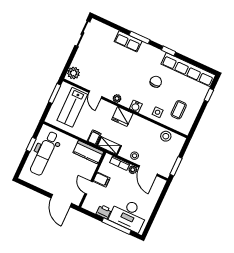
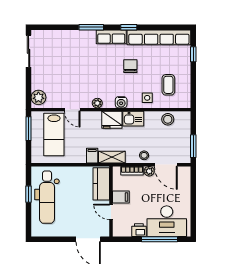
row of seats: (128, 41) -> (111, 37), moved
kitchen sink: (139, 123) -> (133, 119), added
kitchen counter: (88, 152) -> (101, 184), moved, turned 90

